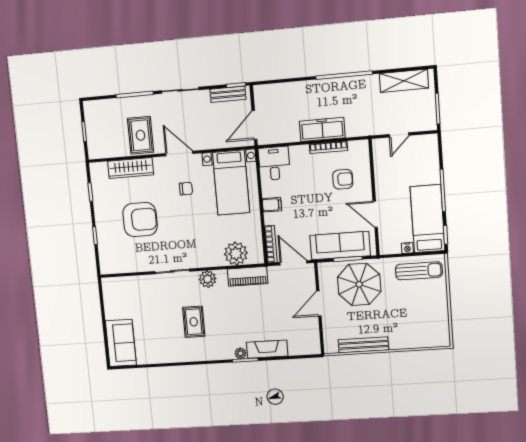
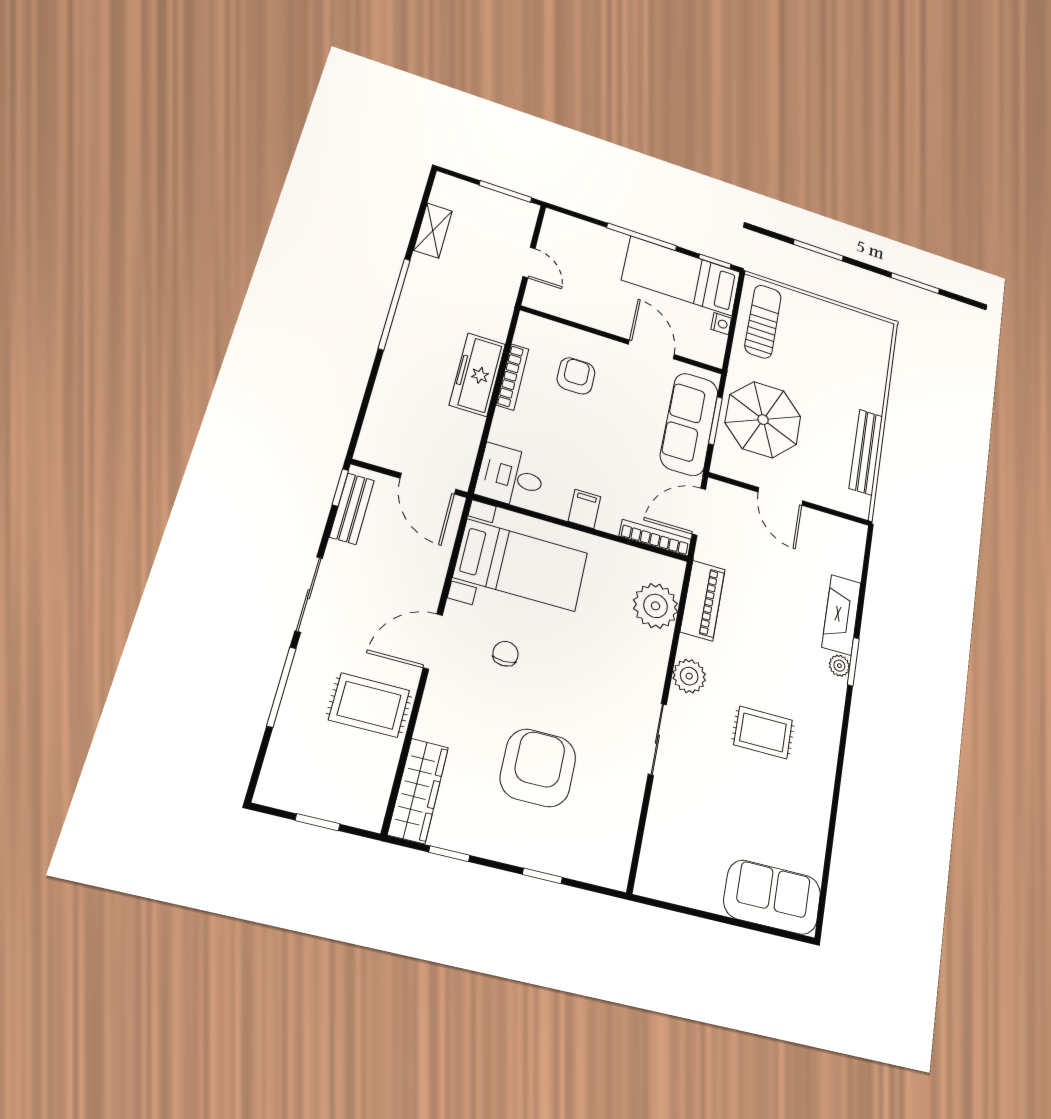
shelving: (404, 81) -> (433, 231), width x0.67, depth x0.75
wardrobe: (131, 168) -> (418, 791), moved
door: (375, 214) -> (651, 349), swing flipped

